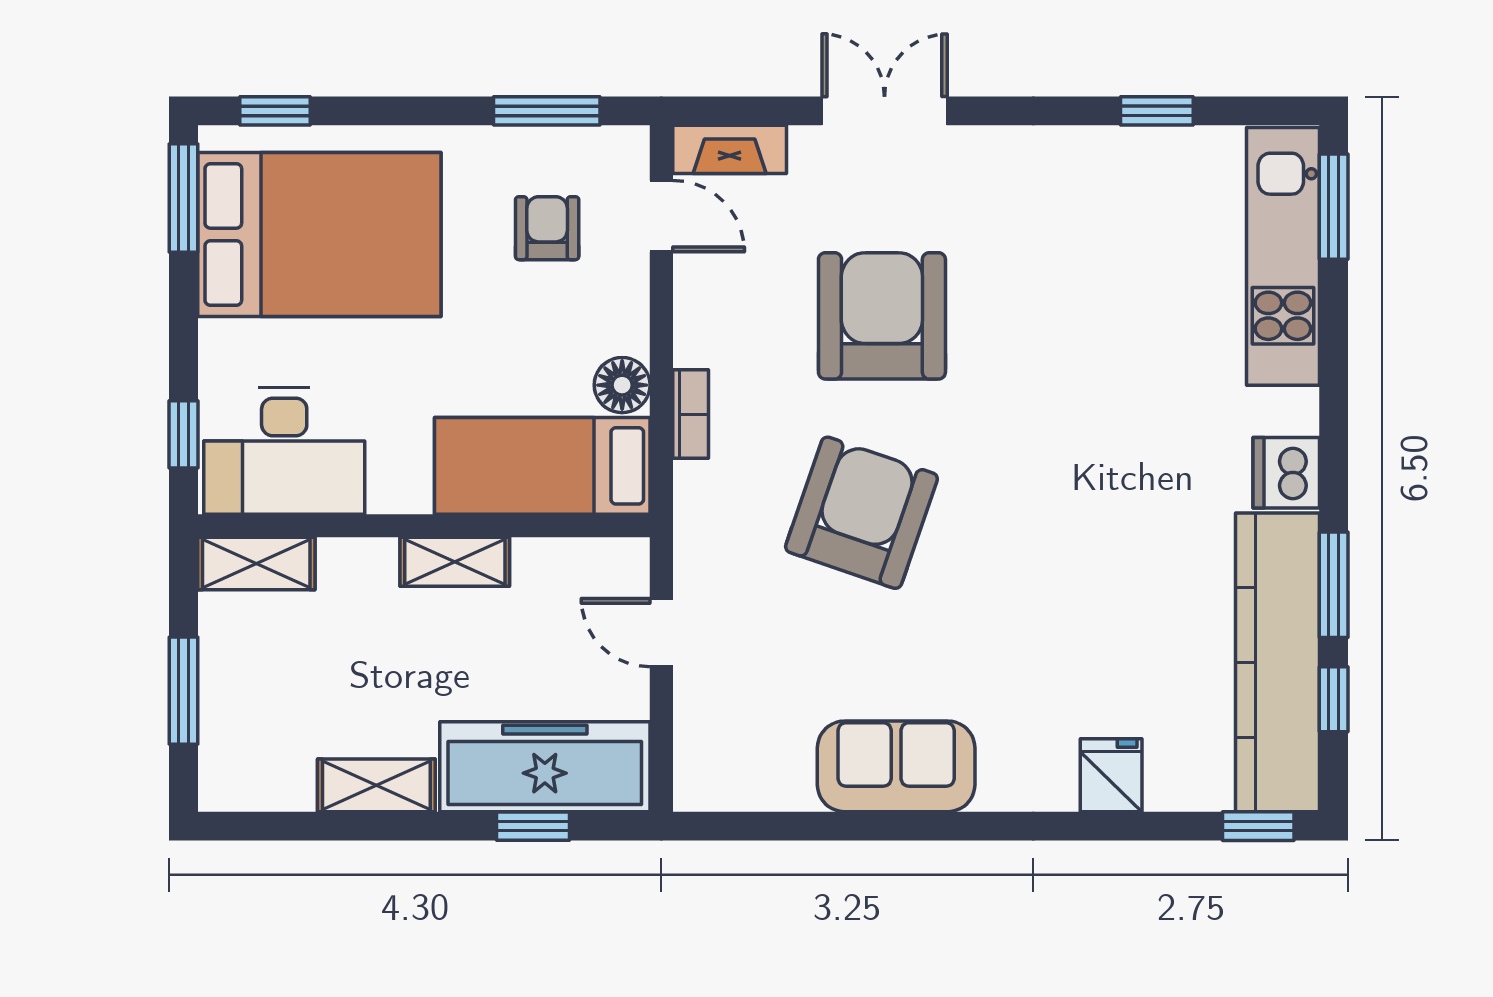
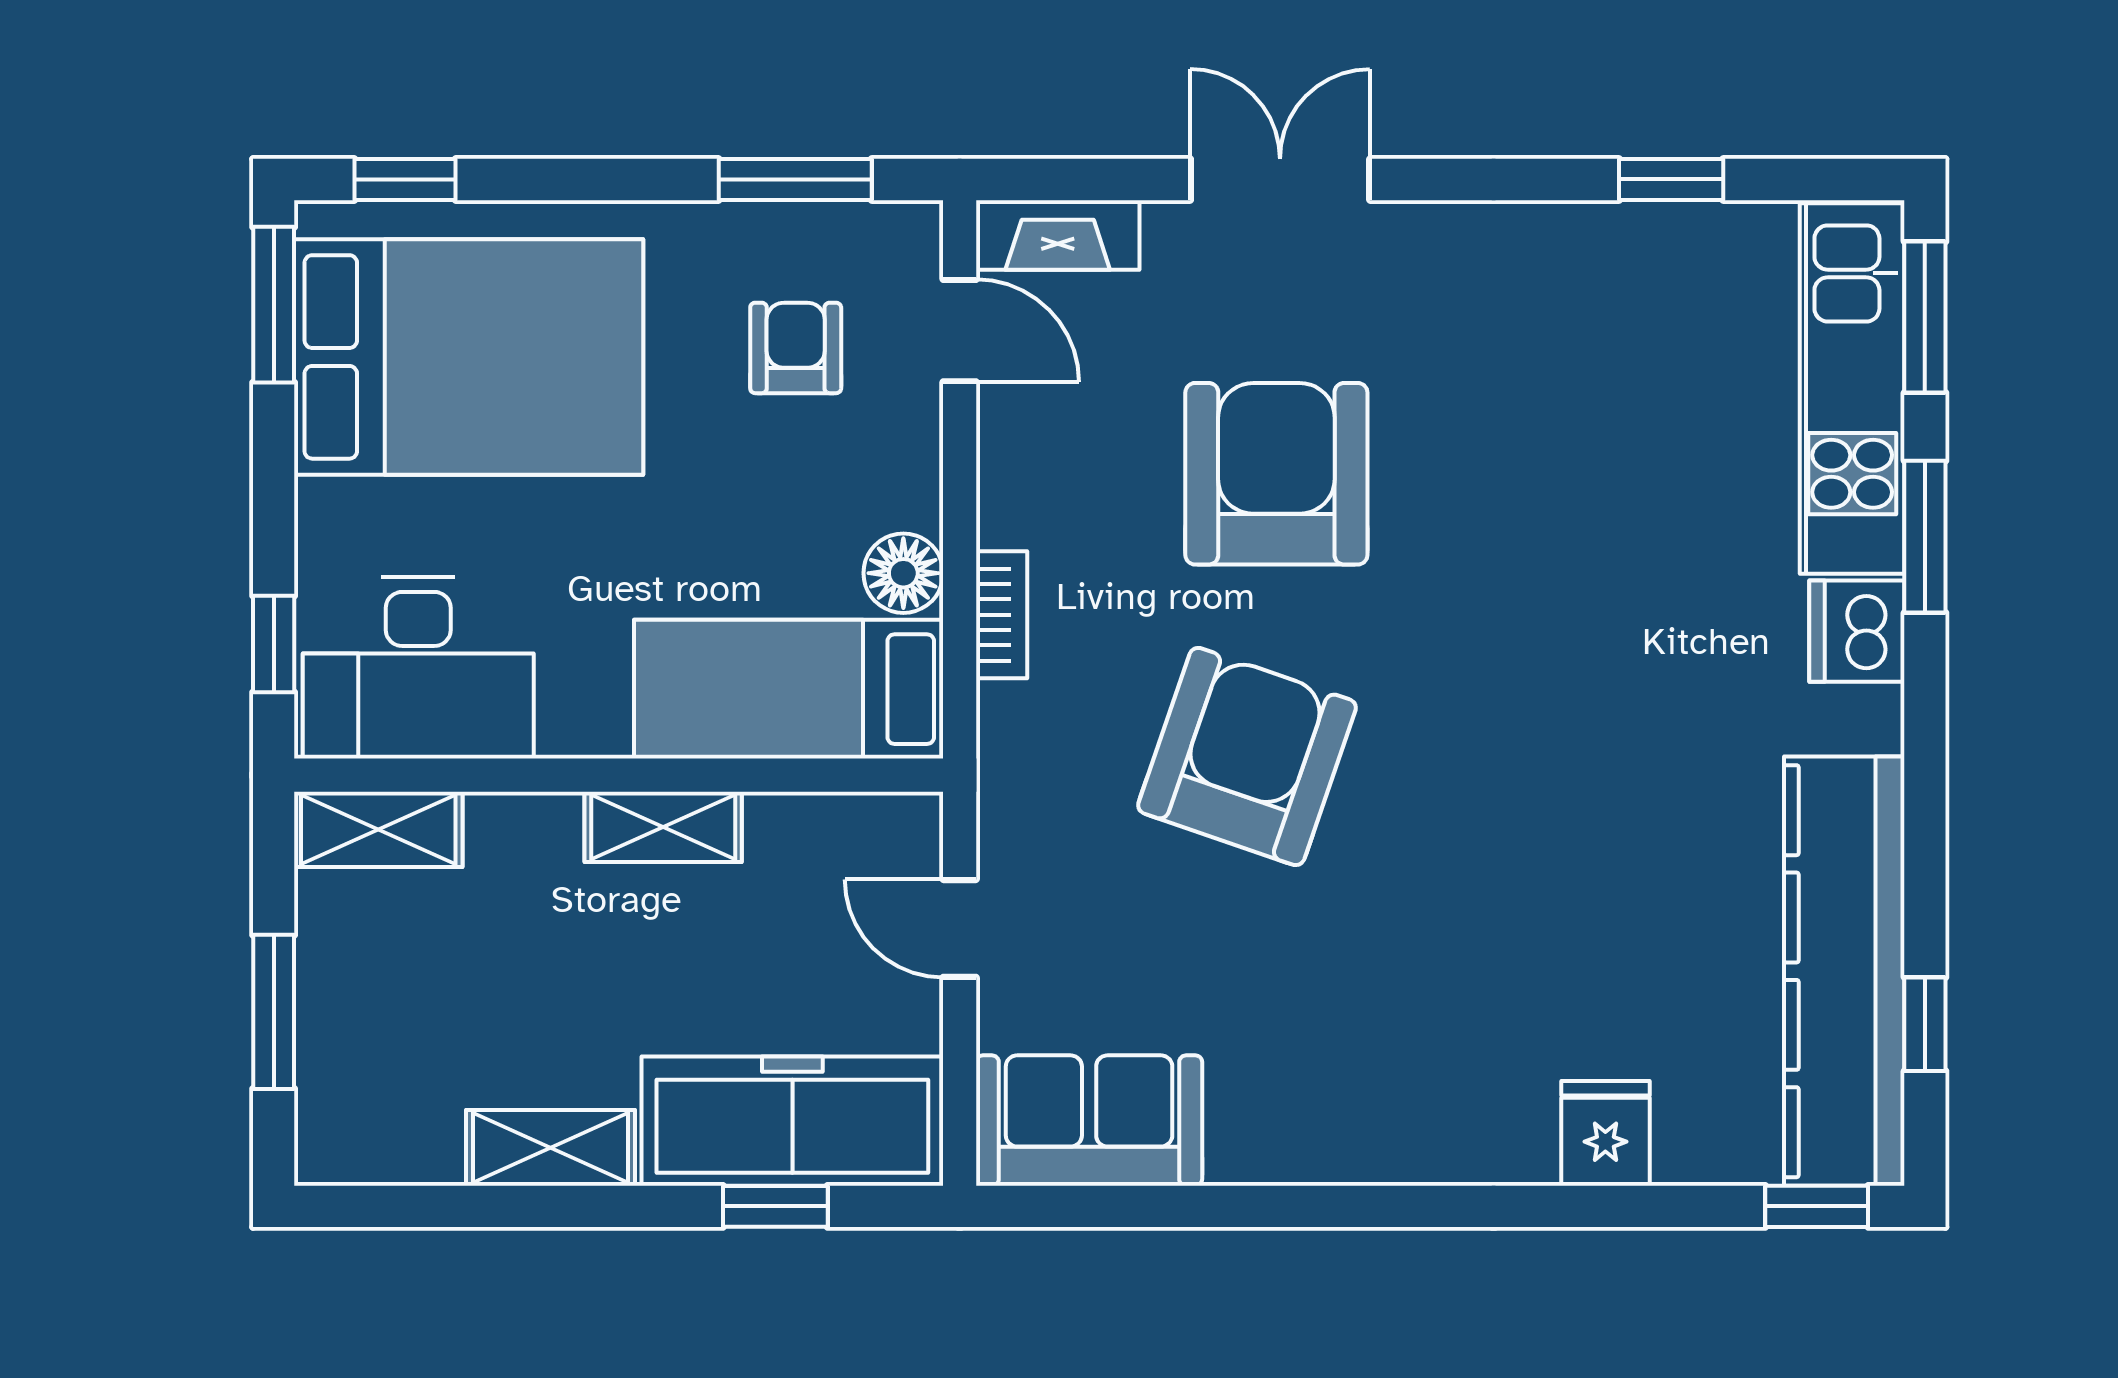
dishwasher: (1286, 473) -> (1857, 631), moved
window: (1334, 585) -> (1925, 537), moved
sofa: (896, 766) -> (1089, 1121), moved

